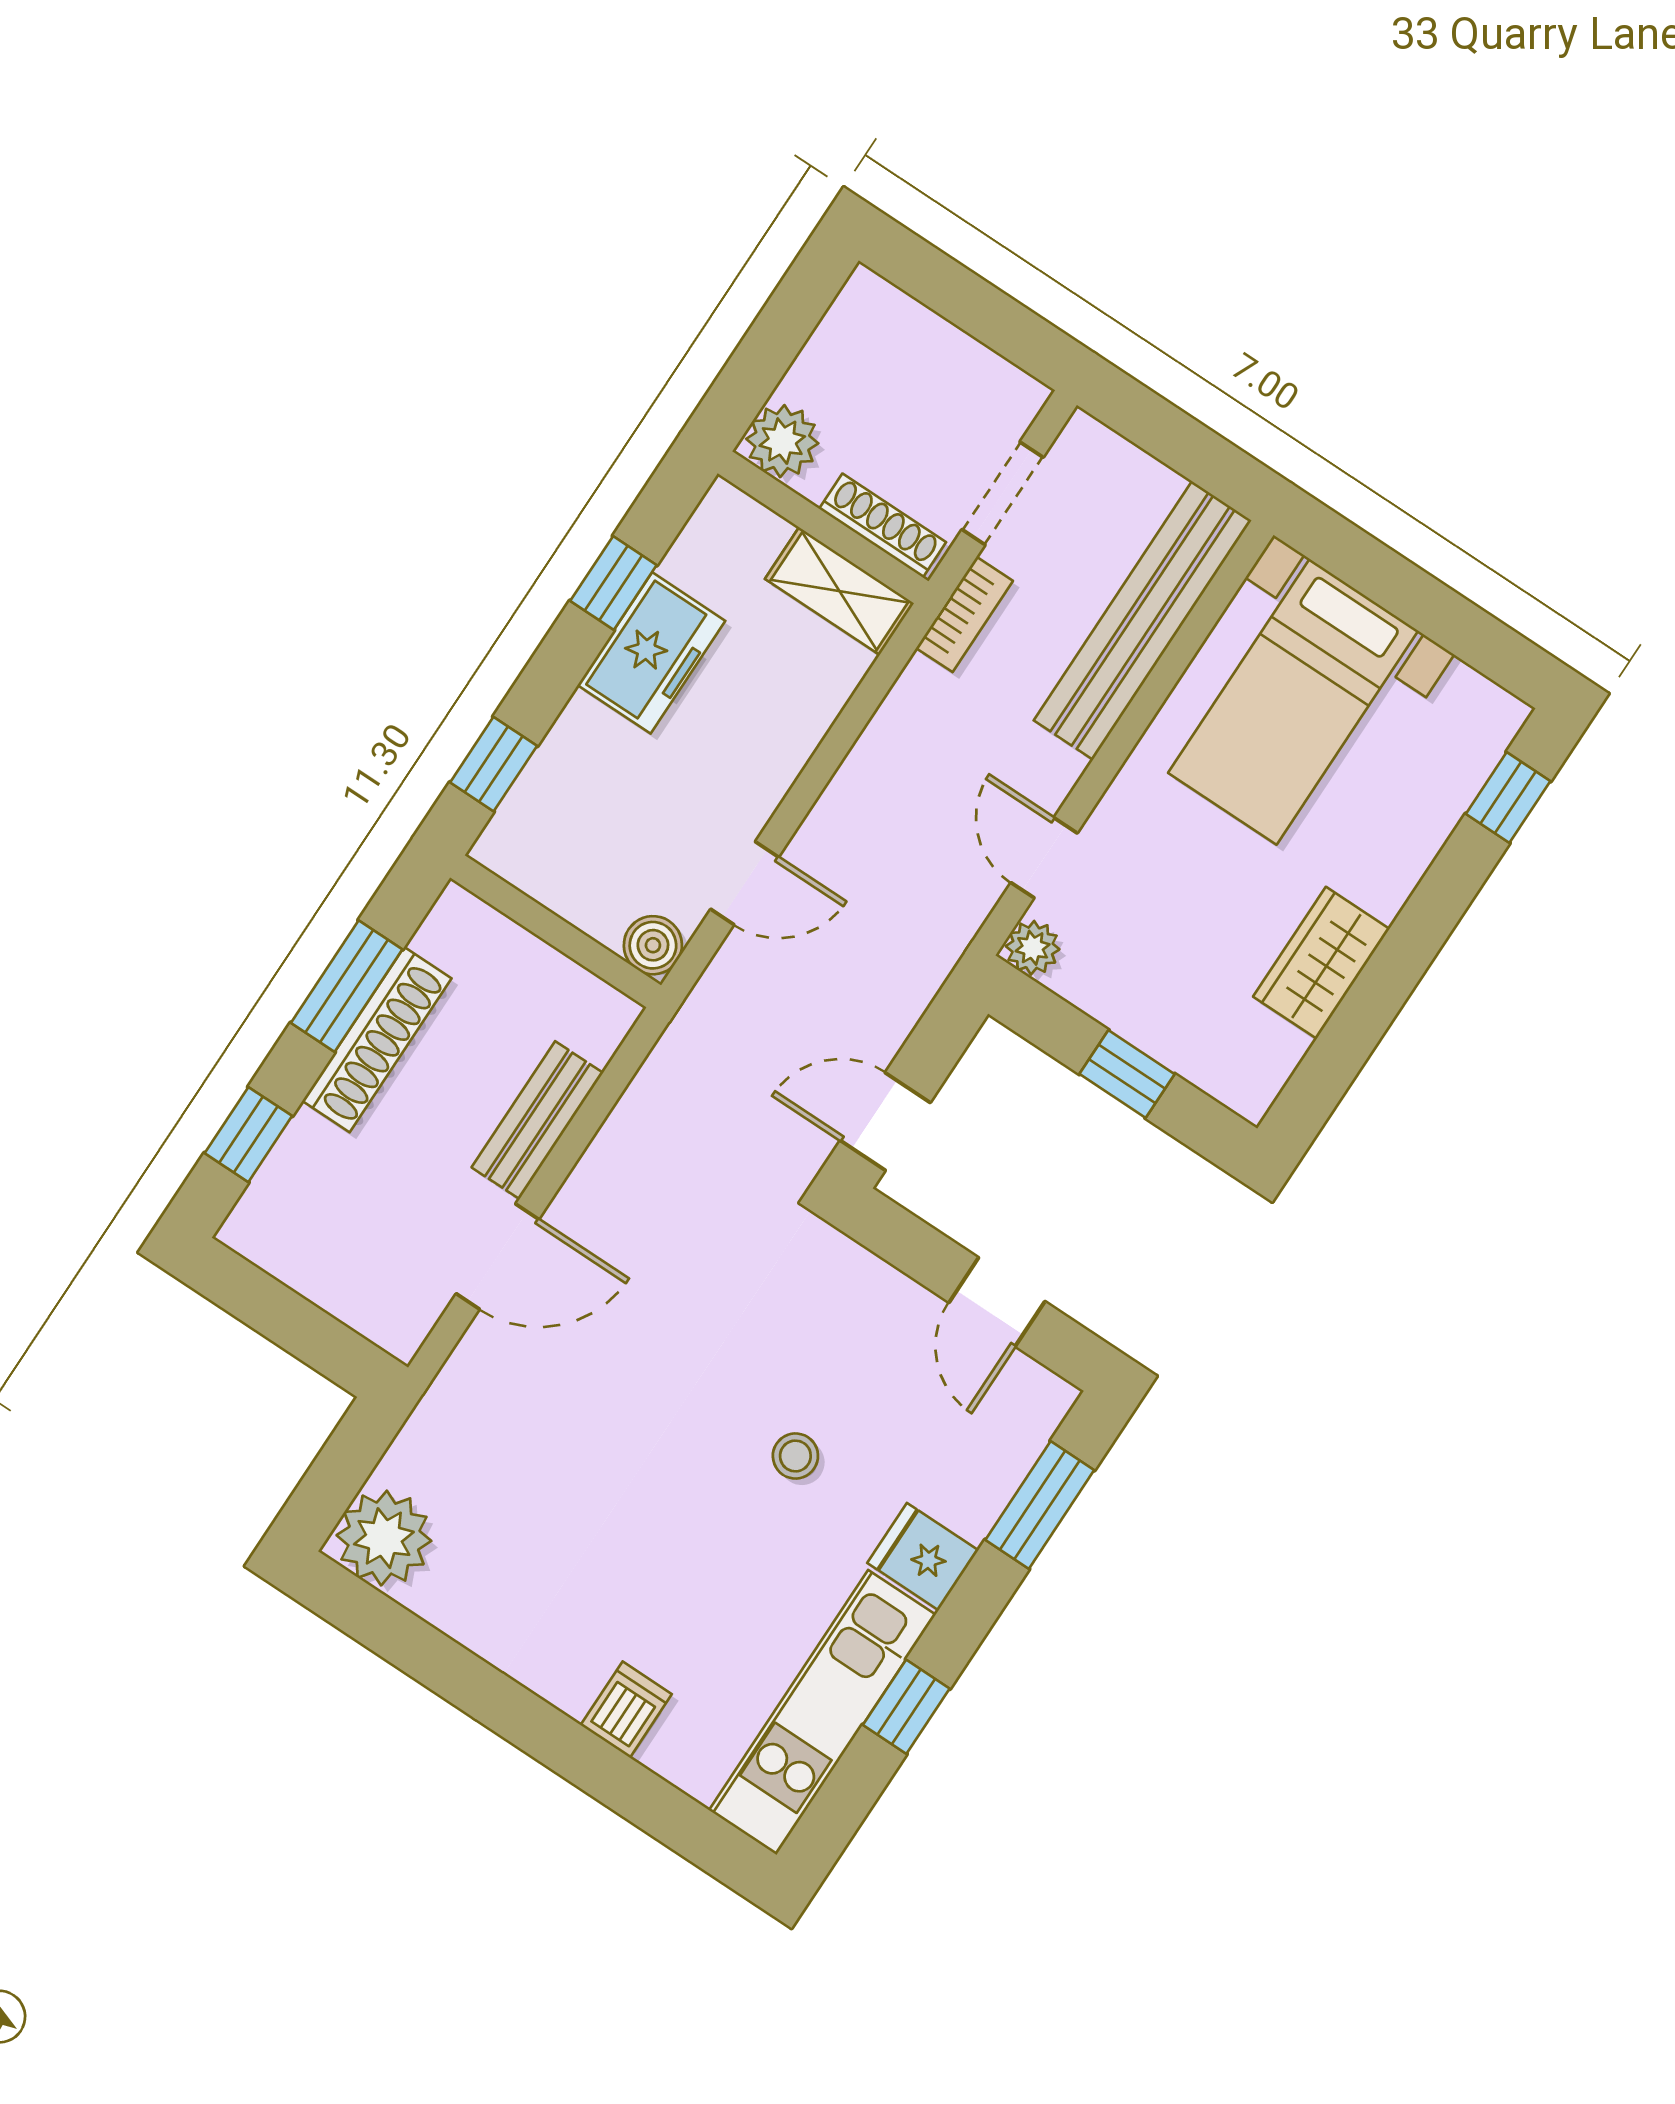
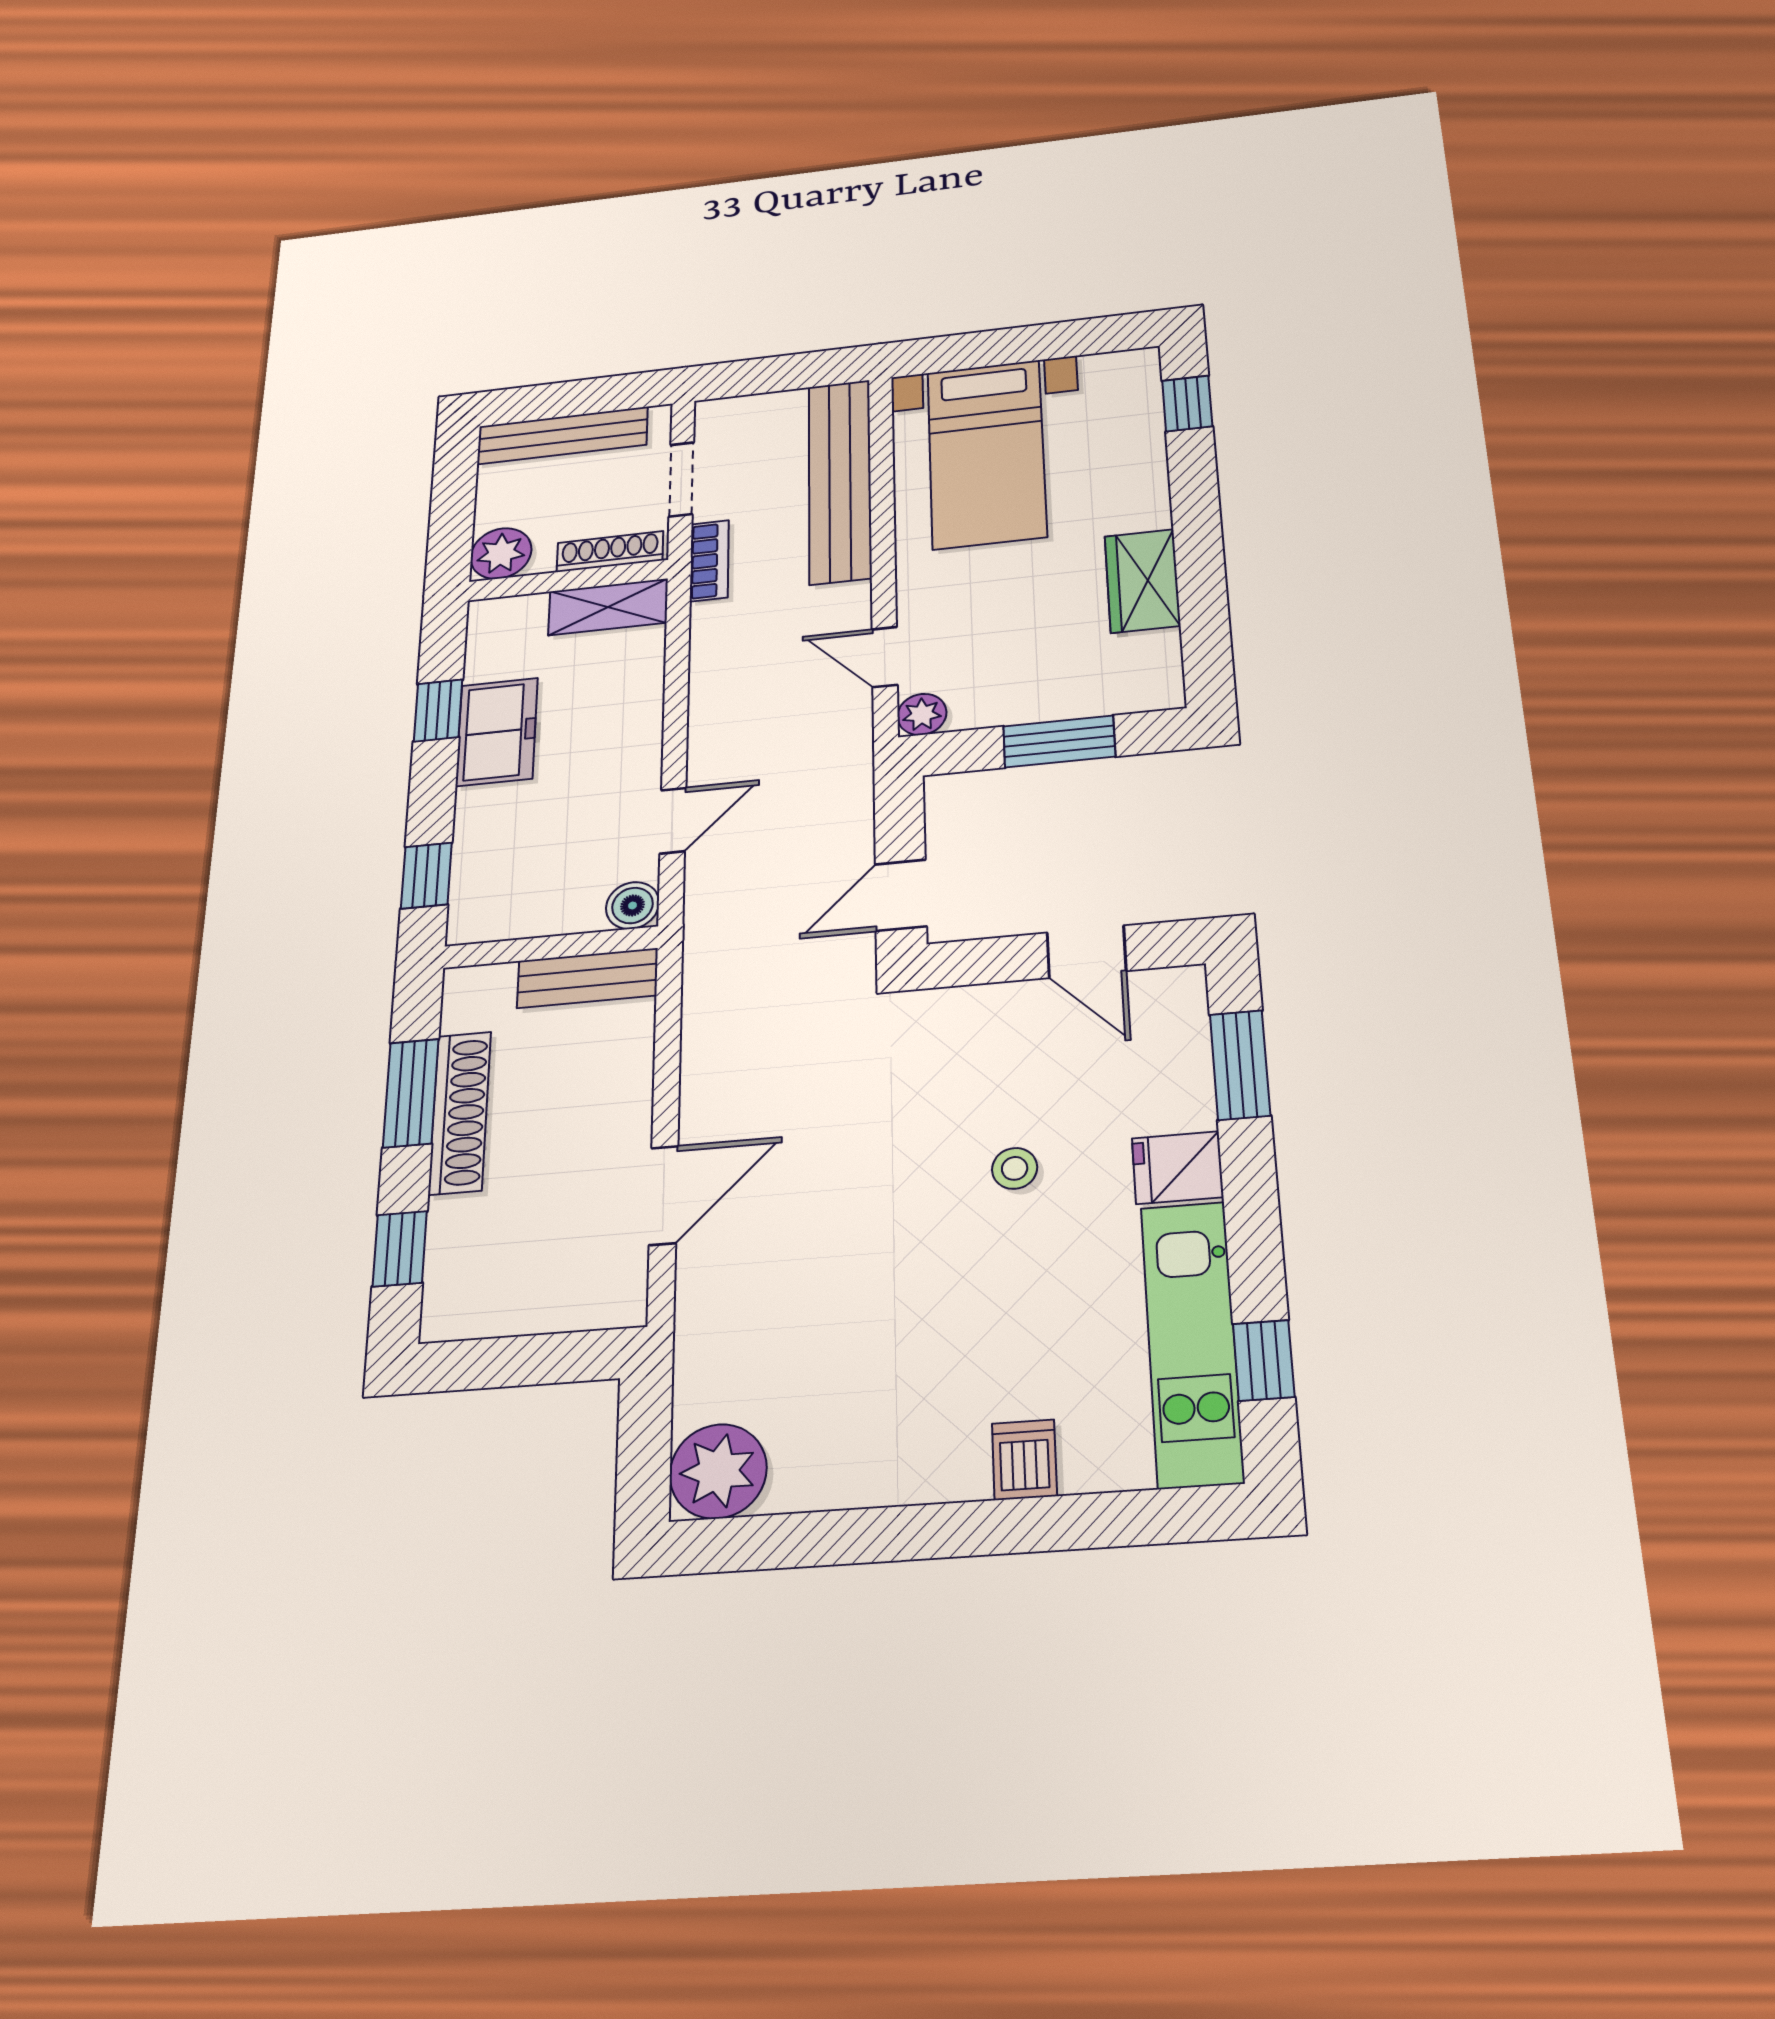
bench: (928, 341) -> (562, 436), added
window: (1127, 1074) -> (1059, 741), width x1.50
bench: (537, 1120) -> (587, 978), moved, turned 90
window: (906, 1707) -> (1264, 1360), moved

